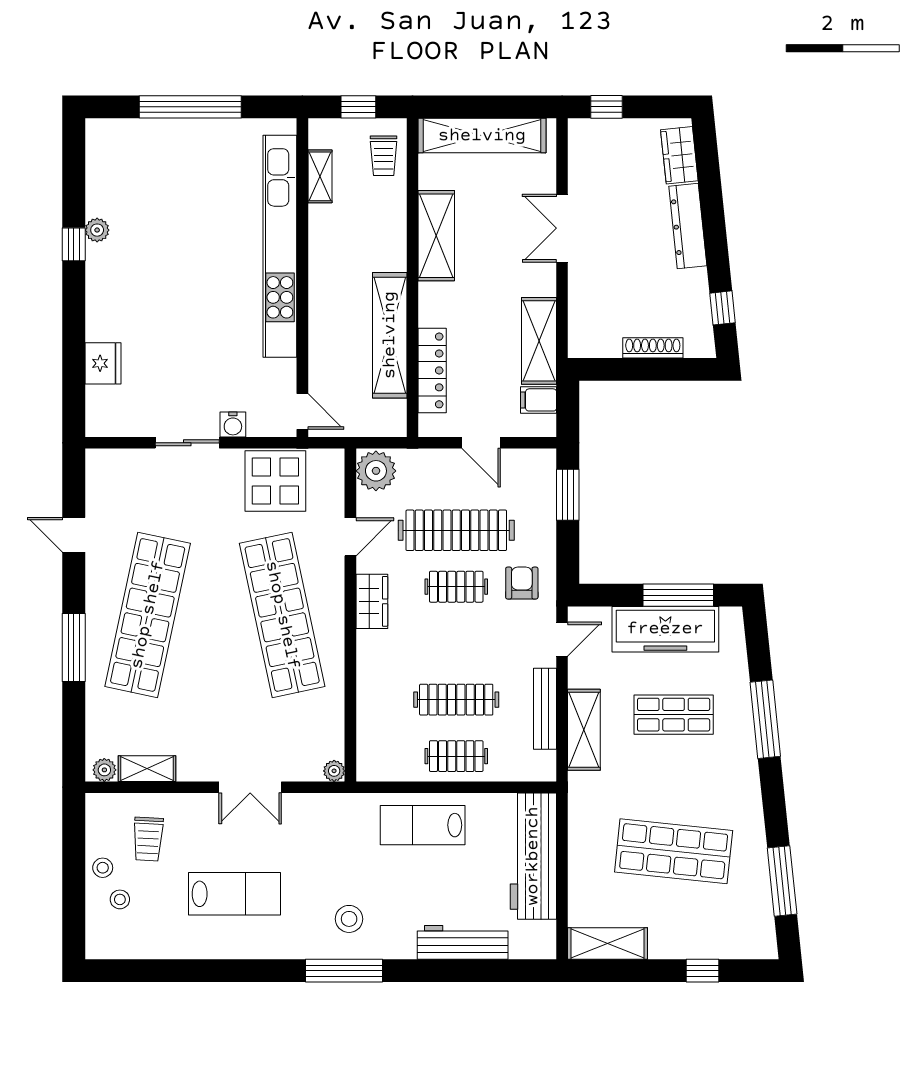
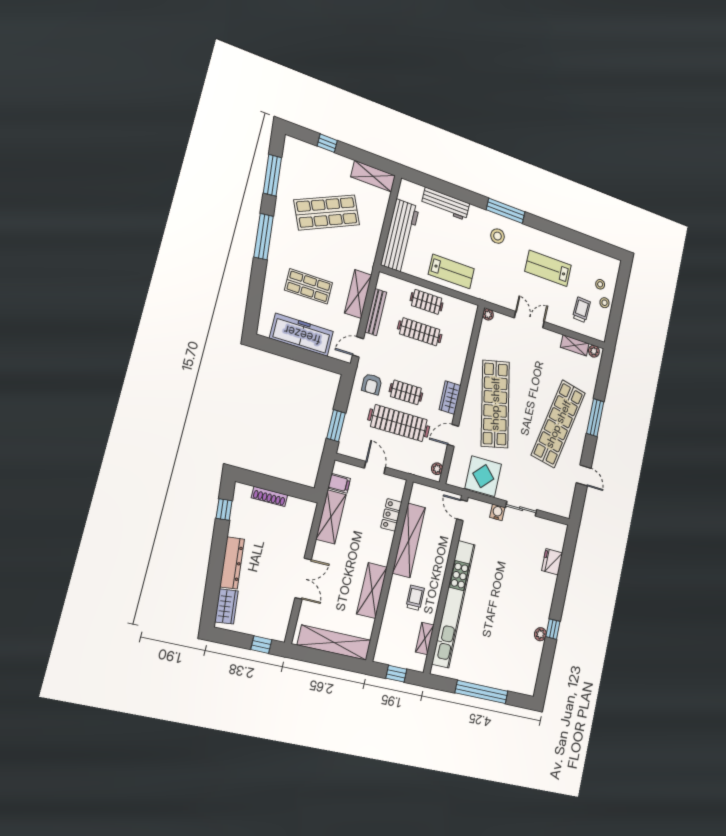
trolley: (384, 156) -> (415, 598), moved
locker: (432, 370) -> (391, 515), width x0.66
plant: (376, 471) -> (437, 469), width x0.53, depth x0.53
window: (678, 595) -> (290, 352), removed
window: (765, 719) -> (264, 237), moved
shop shelf: (674, 851) -> (327, 212), turned -30

